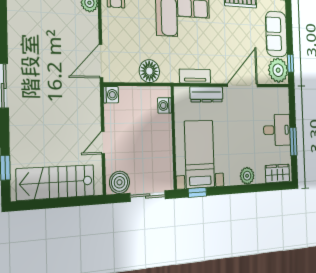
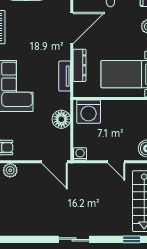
door: (243, 85) -> (72, 28), swing flipped
washing machine: (165, 105) -> (89, 112), width x1.89, depth x1.89

